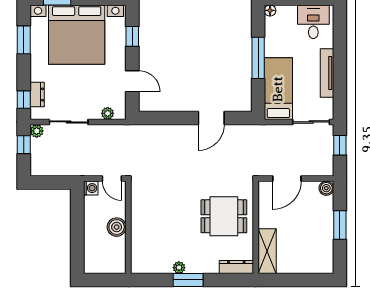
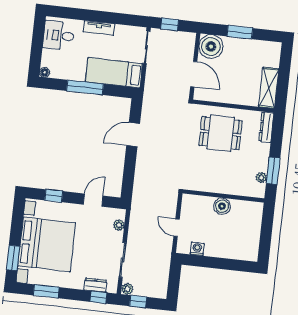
tv unit: (327, 73) -> (99, 28), width x0.71
door: (211, 118) -> (133, 135), swing flipped
door: (112, 179) -> (177, 228), swing flipped
washing machine: (91, 188) -> (197, 249), moved
boiler: (326, 188) -> (211, 47), width x1.86, depth x1.86
dining table: (224, 216) -> (221, 133), turned 90
boiler: (117, 227) -> (222, 206), moved
wall: (128, 227) -> (223, 196), moved
shelving: (267, 251) -> (269, 88), moved, turned 90

